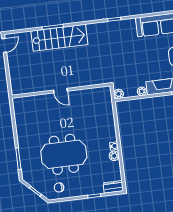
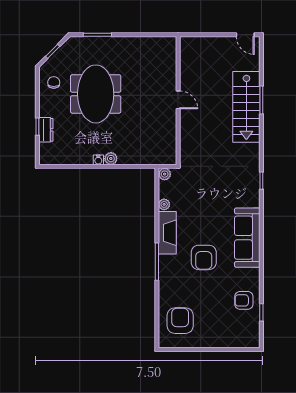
door: (60, 91) -> (178, 100), swing flipped
plant: (114, 156) -> (111, 159), moved
dresser: (113, 187) -> (46, 130), moved

